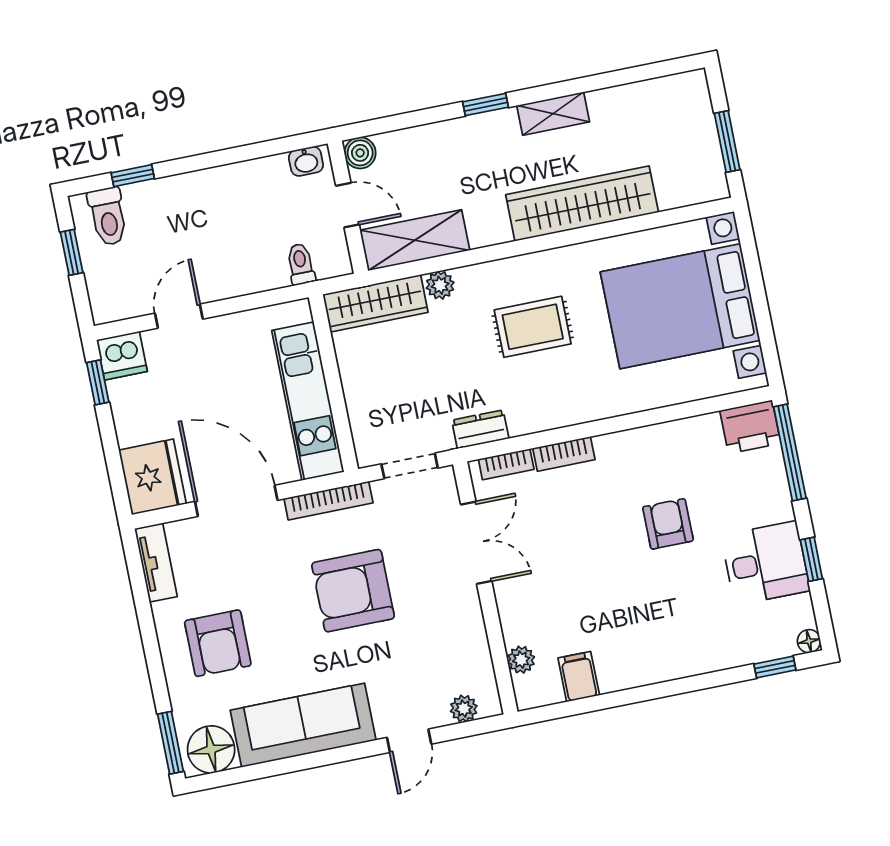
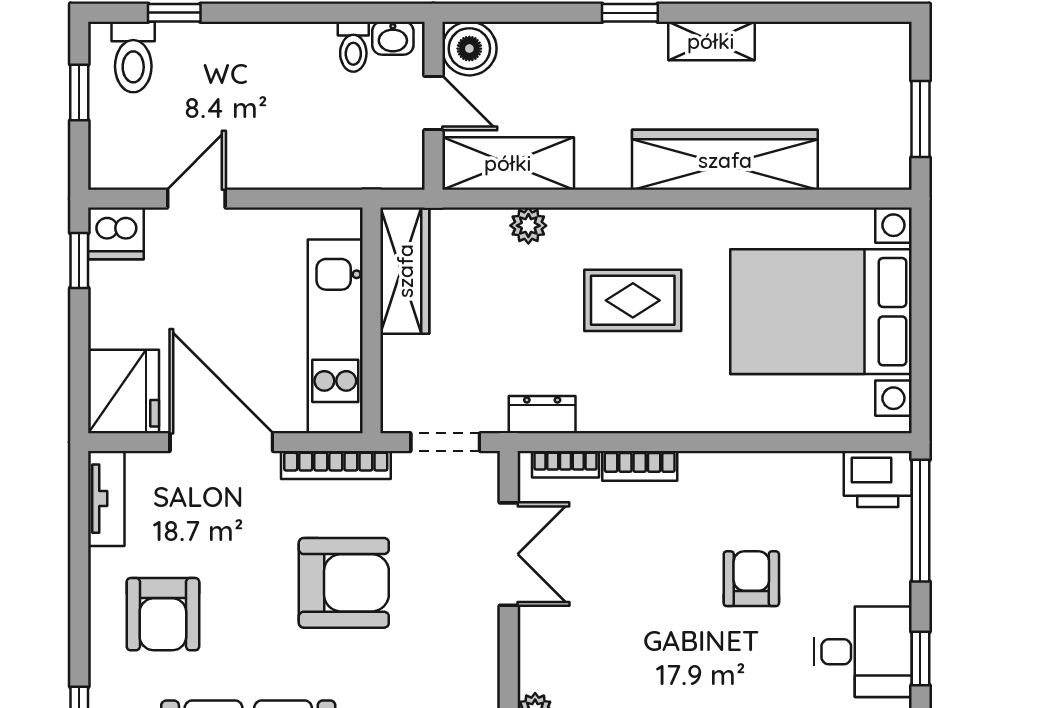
boiler: (360, 153) -> (469, 49), width x1.36, depth x1.36
toilet: (301, 264) -> (353, 47), moved, turned 180
wardrobe: (375, 303) -> (405, 271), moved, turned -90
armchair: (353, 591) -> (344, 583), turned 180

